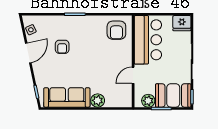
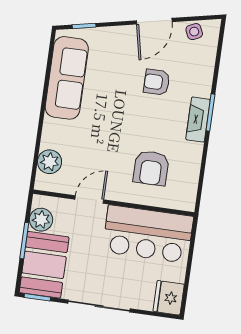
fireplace: (80, 21) -> (198, 120), added
armchair: (116, 30) -> (151, 168), moved, turned -90
door: (28, 53) -> (154, 21), hinge flipped
door: (133, 75) -> (89, 200), hinge flipped
plant: (98, 100) -> (50, 162), moved

